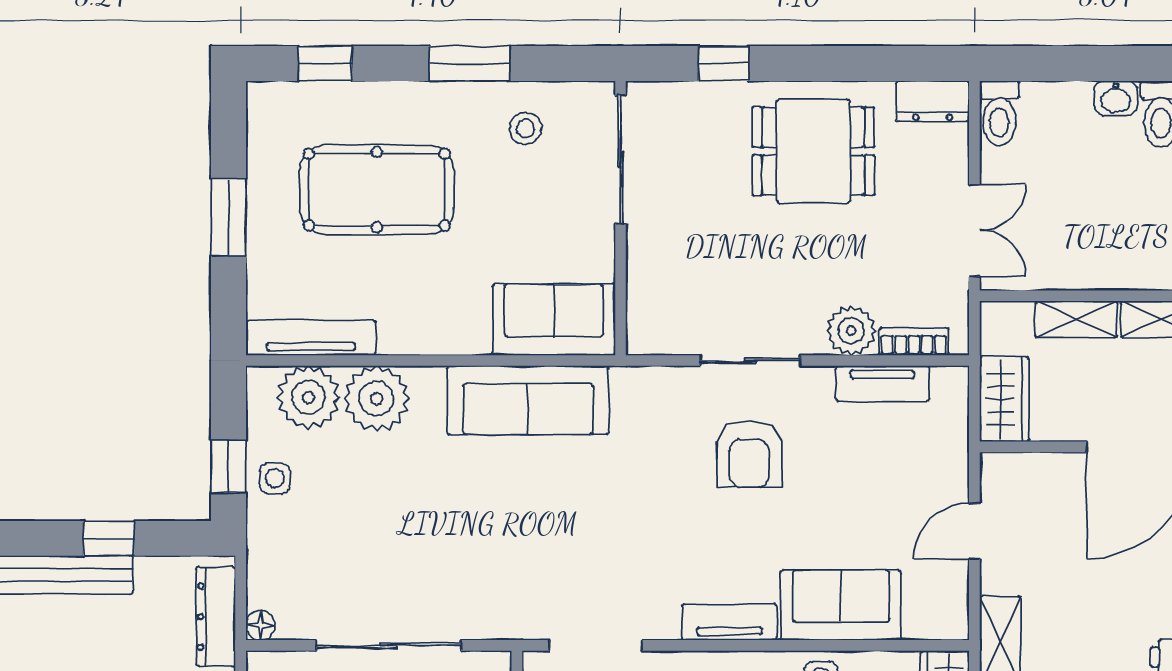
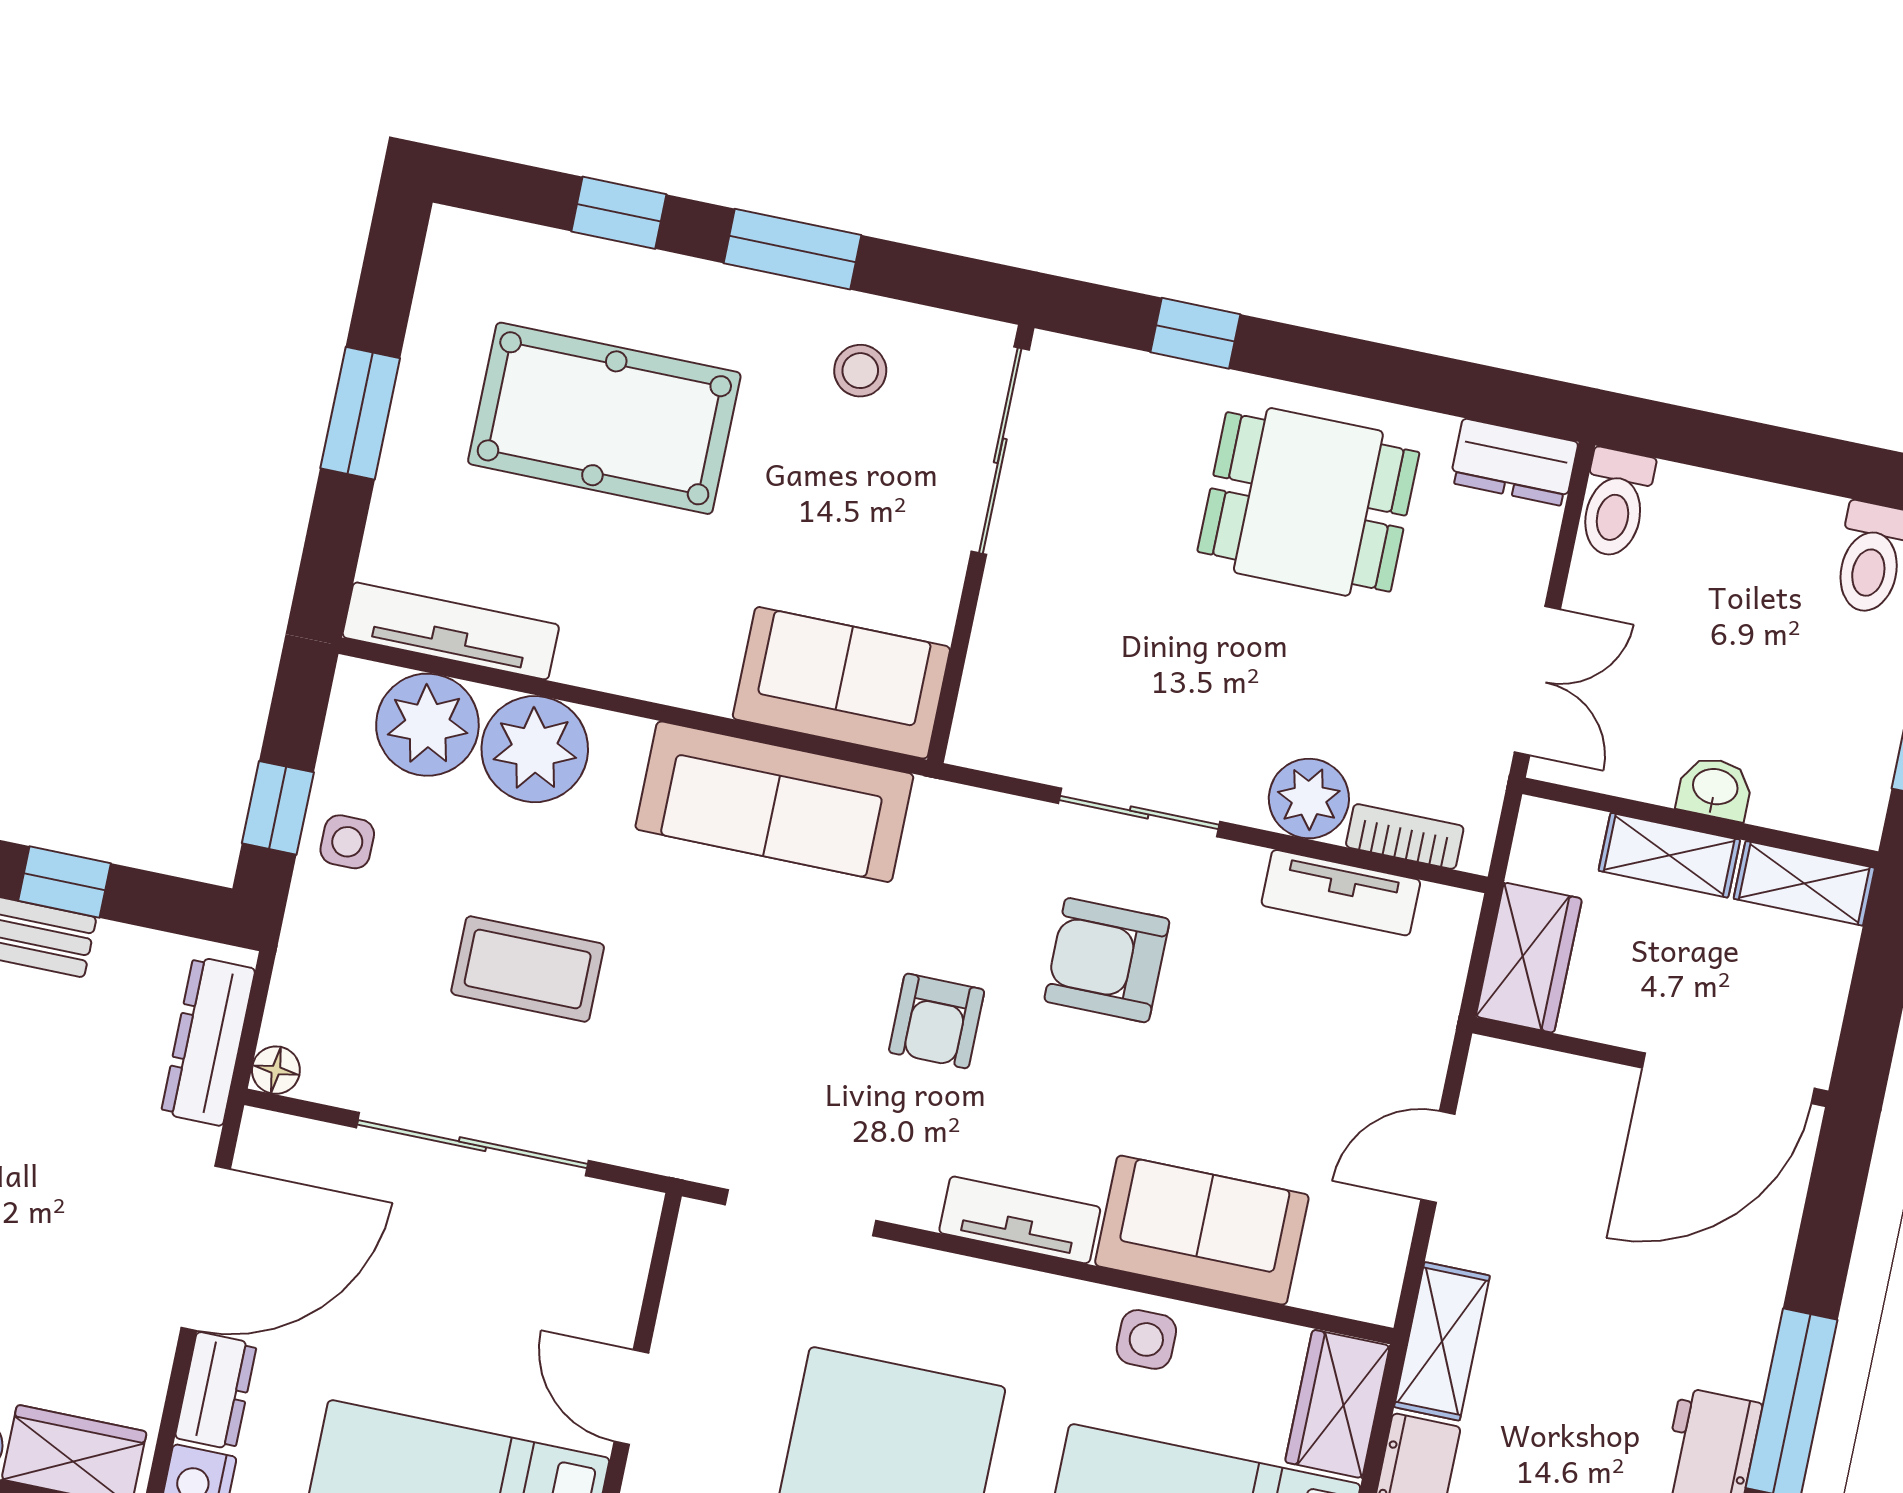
window: (325, 64) -> (619, 213), moved
washbasin: (1116, 98) -> (1715, 788), moved, turned 180
armchair: (749, 454) -> (1107, 960), turned 90
armchair: (654, 512) -> (937, 1021), added
coffee table: (400, 532) -> (528, 969), added

